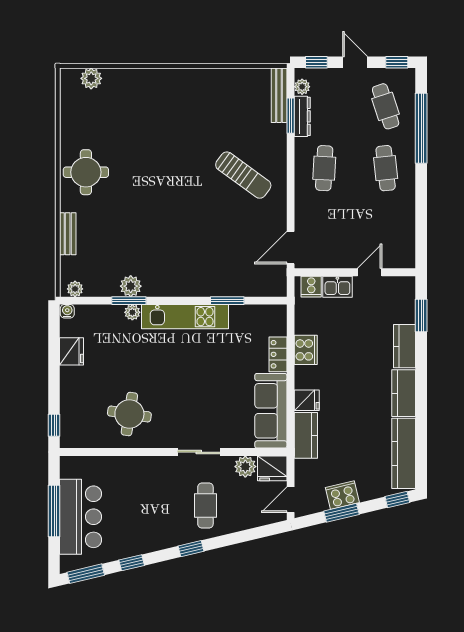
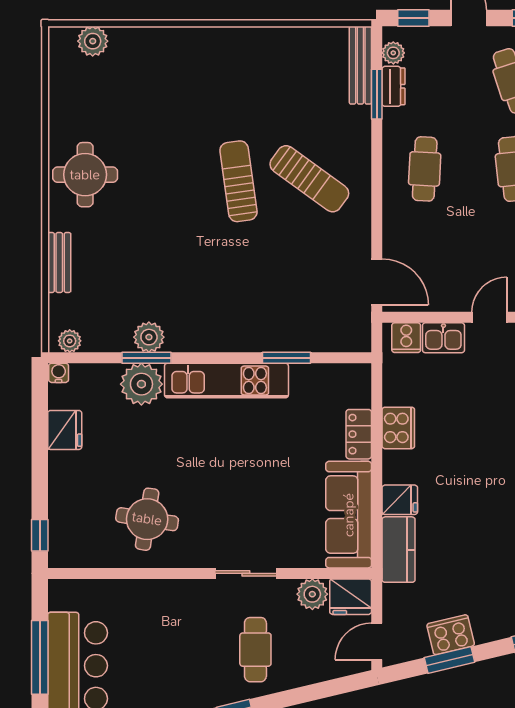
dresser: (302, 116) -> (393, 86), width x0.70
sun lounger: (194, 177) -> (238, 181), added
door: (291, 248) -> (377, 282), swing flipped
plant: (132, 312) -> (141, 384), width x1.88, depth x1.88

